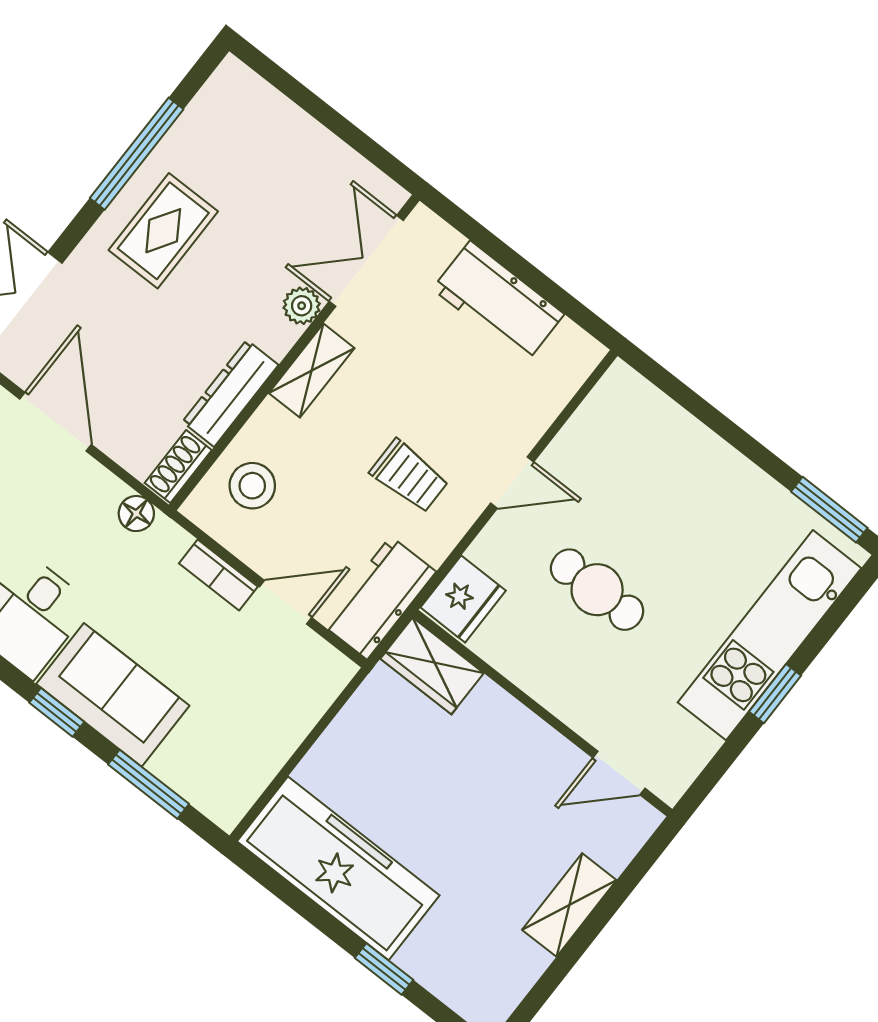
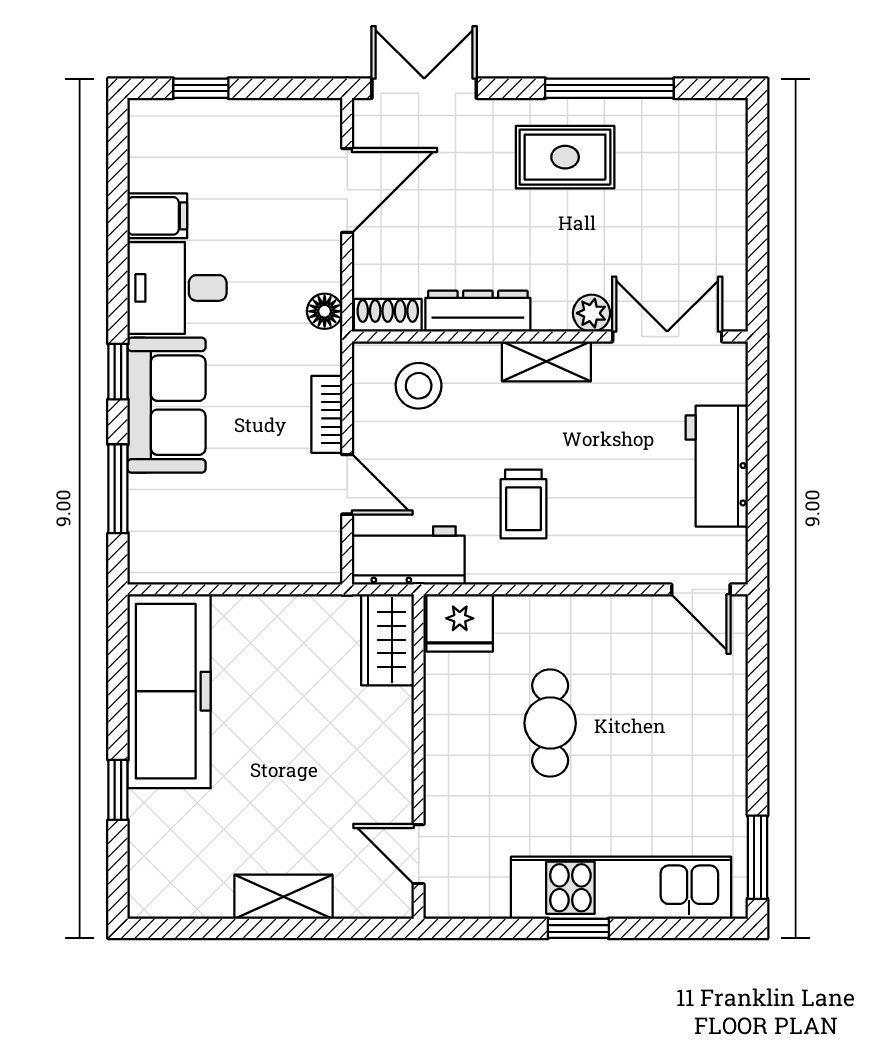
door: (512, 483) -> (701, 589), moved

